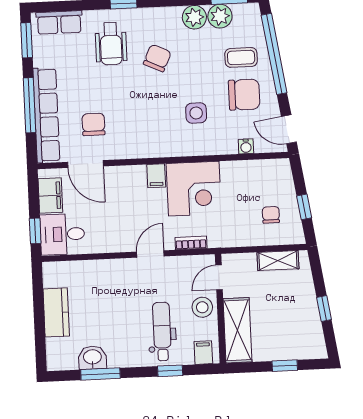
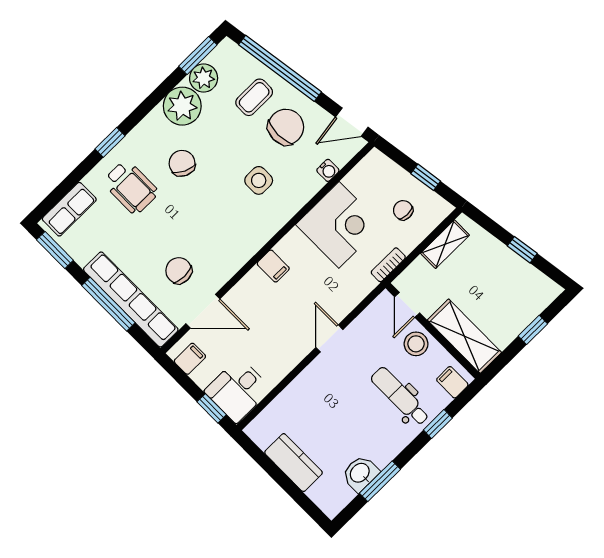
plant: (194, 17) -> (182, 106), width x1.36, depth x1.36
corner desk: (194, 189) -> (339, 225), moved
filing cabinet: (50, 196) -> (190, 359), width x0.50
bookcase: (191, 243) -> (388, 265), moved

